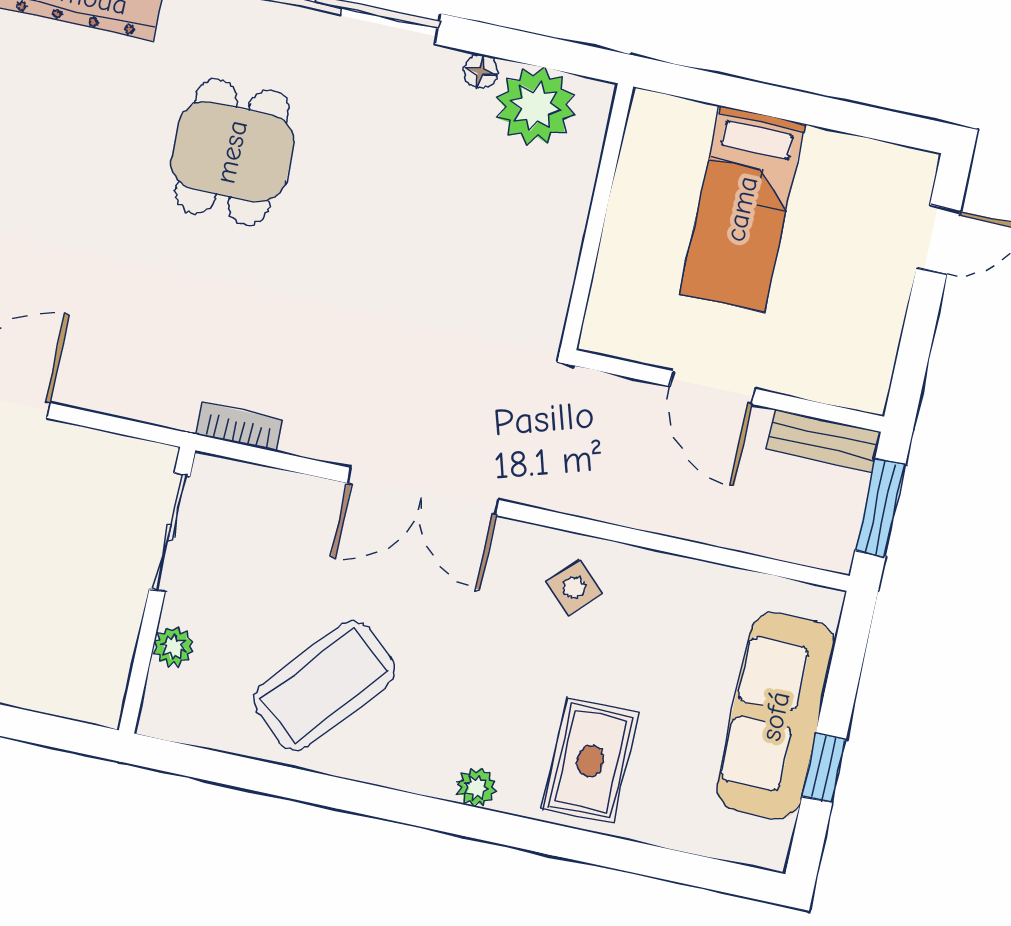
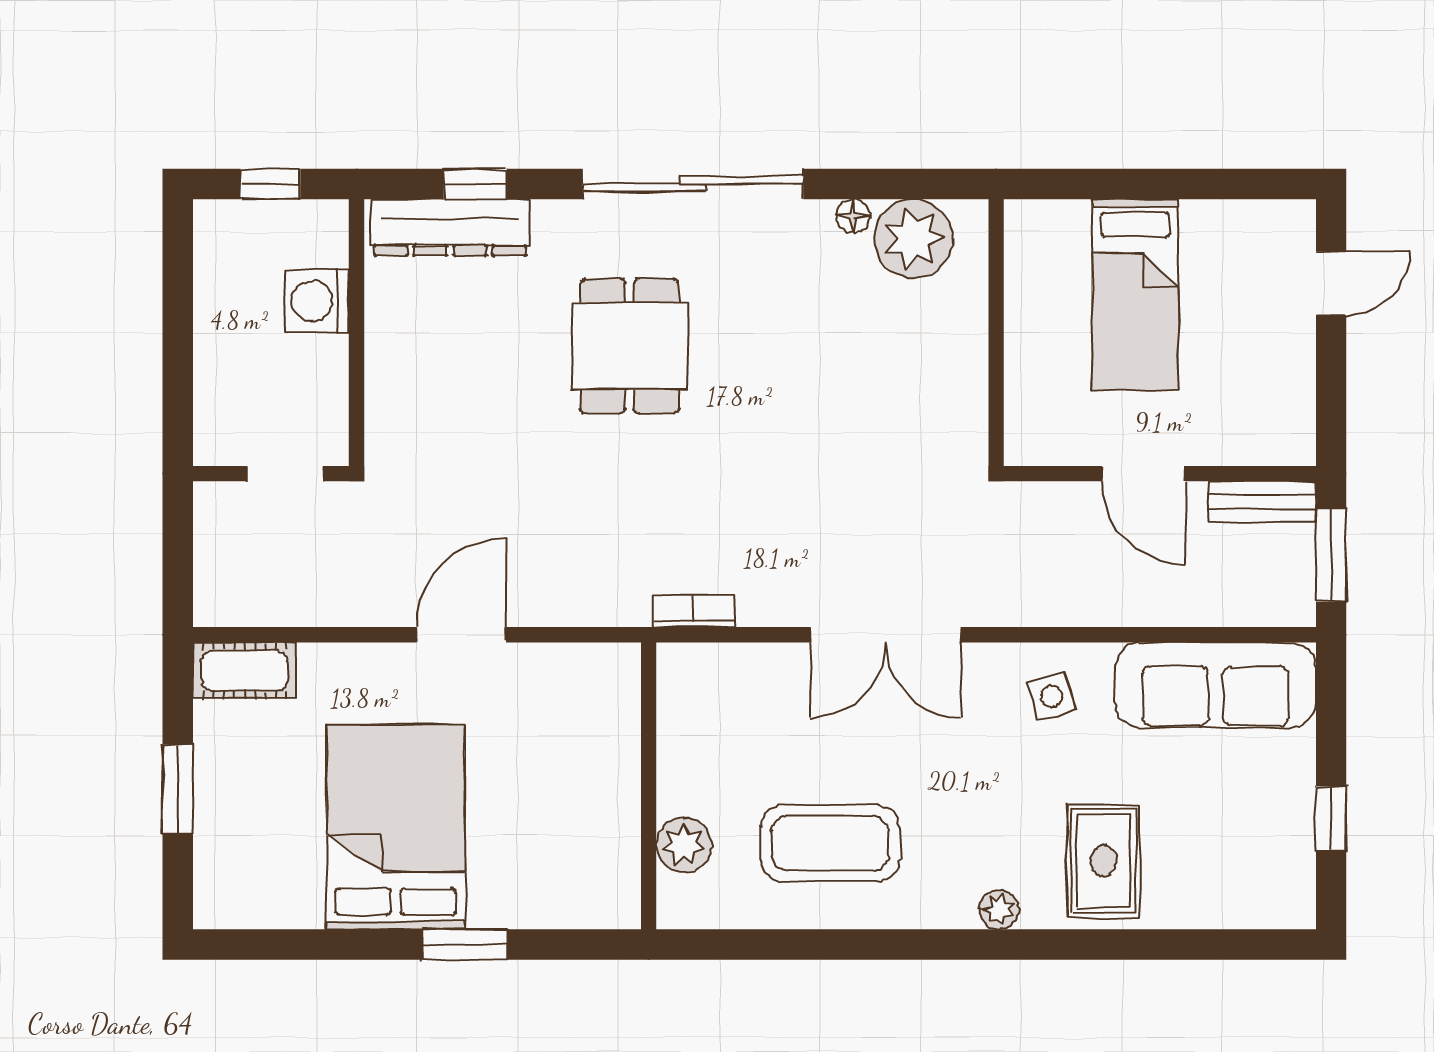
sliding door: (170, 532) -> (649, 727), removed
side table: (574, 588) -> (1052, 696), turned 30
plant: (173, 647) -> (684, 845), width x1.38, depth x1.38
coffee table: (324, 685) -> (830, 843), turned 50
sofa: (776, 716) -> (1216, 685), moved, turned -90

